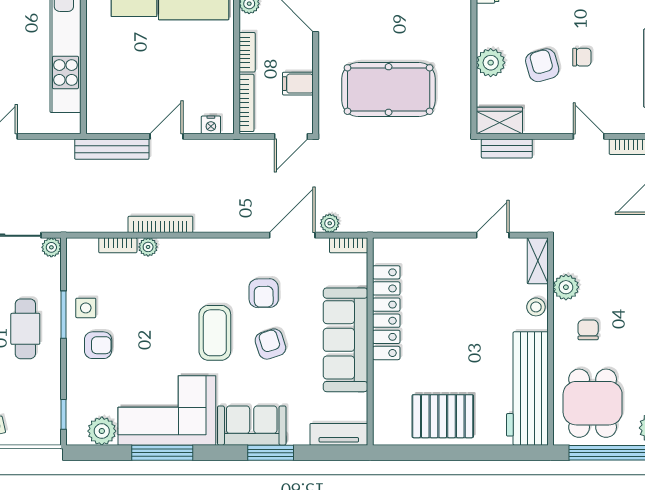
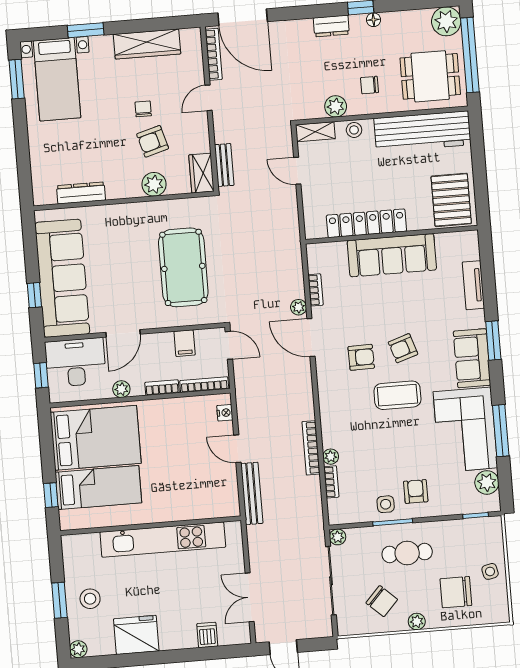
locker: (386, 313) -> (366, 223), moved
sofa: (346, 340) -> (392, 255), moved
wall: (370, 341) -> (392, 235), moved

